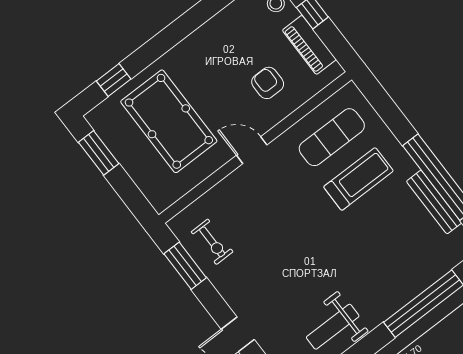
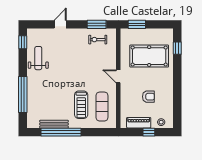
armchair: (268, 83) -> (148, 97), moved
door: (252, 150) -> (118, 76), swing flipped
window: (99, 153) -> (137, 24), moved

